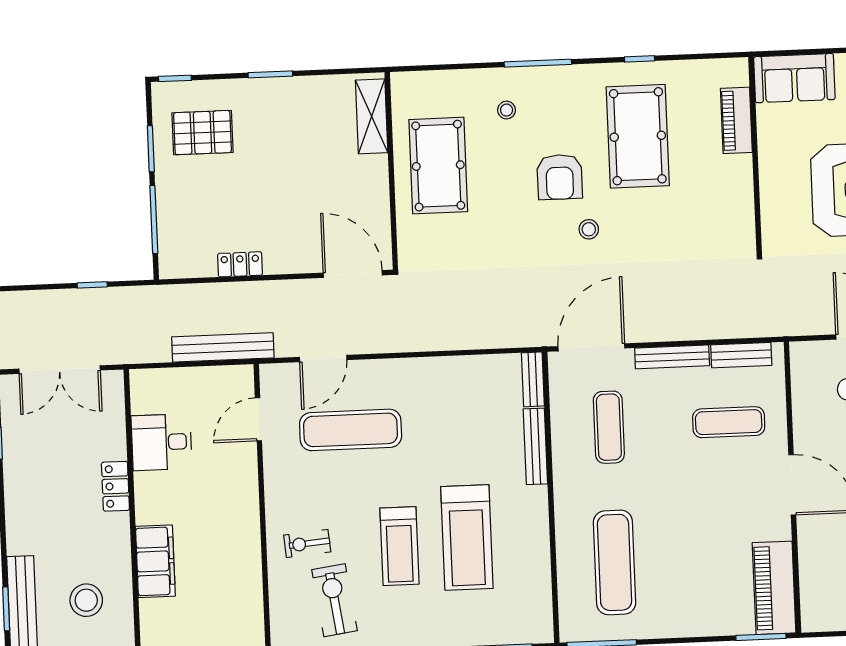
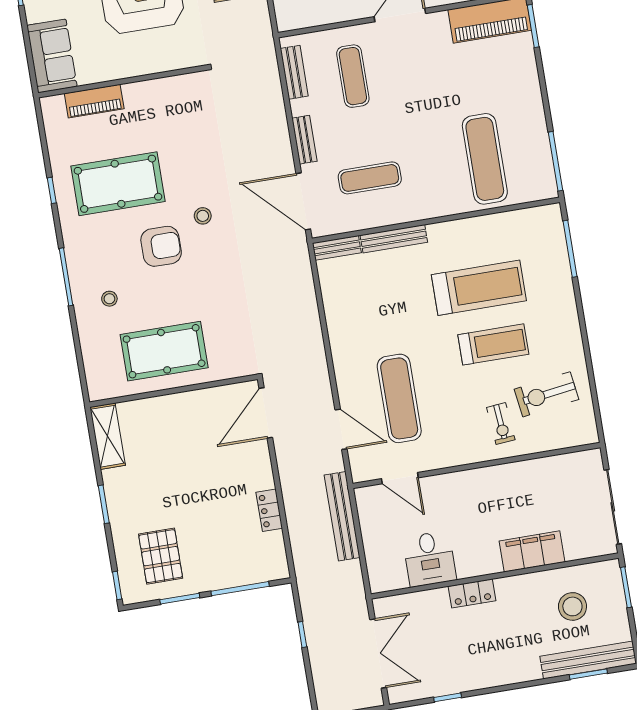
shelving: (372, 116) -> (108, 436), moved, turned 90
bench: (672, 357) -> (304, 140), width x0.73
exercise mat: (615, 562) -> (485, 159), turned 90

